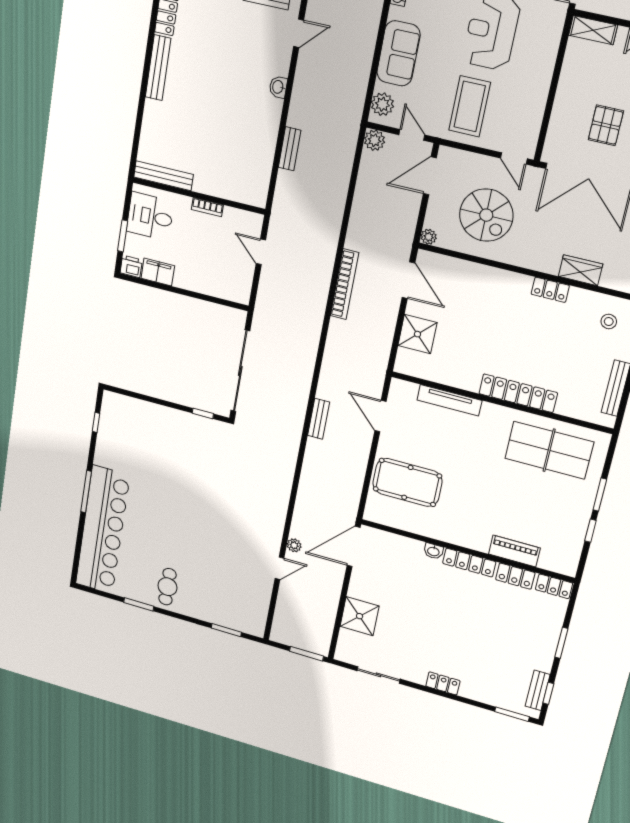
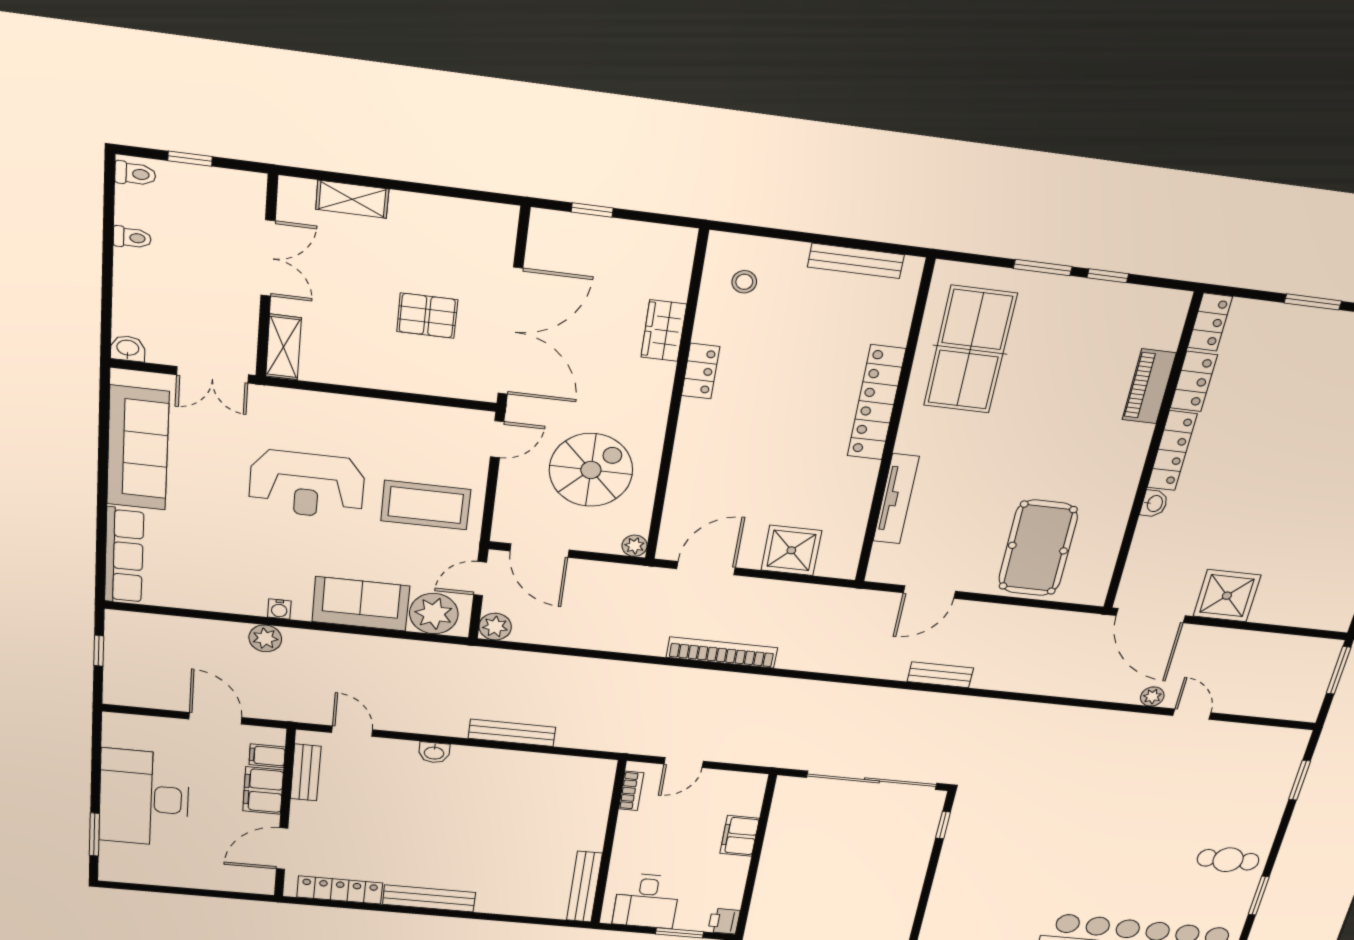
plant: (382, 104) -> (434, 614), width x1.36, depth x1.36
bench: (290, 149) -> (512, 733), width x1.36
bookcase: (207, 207) -> (631, 791), moved
filing cabinet: (158, 272) -> (740, 836), moved
shower: (360, 616) -> (1227, 596), moved

